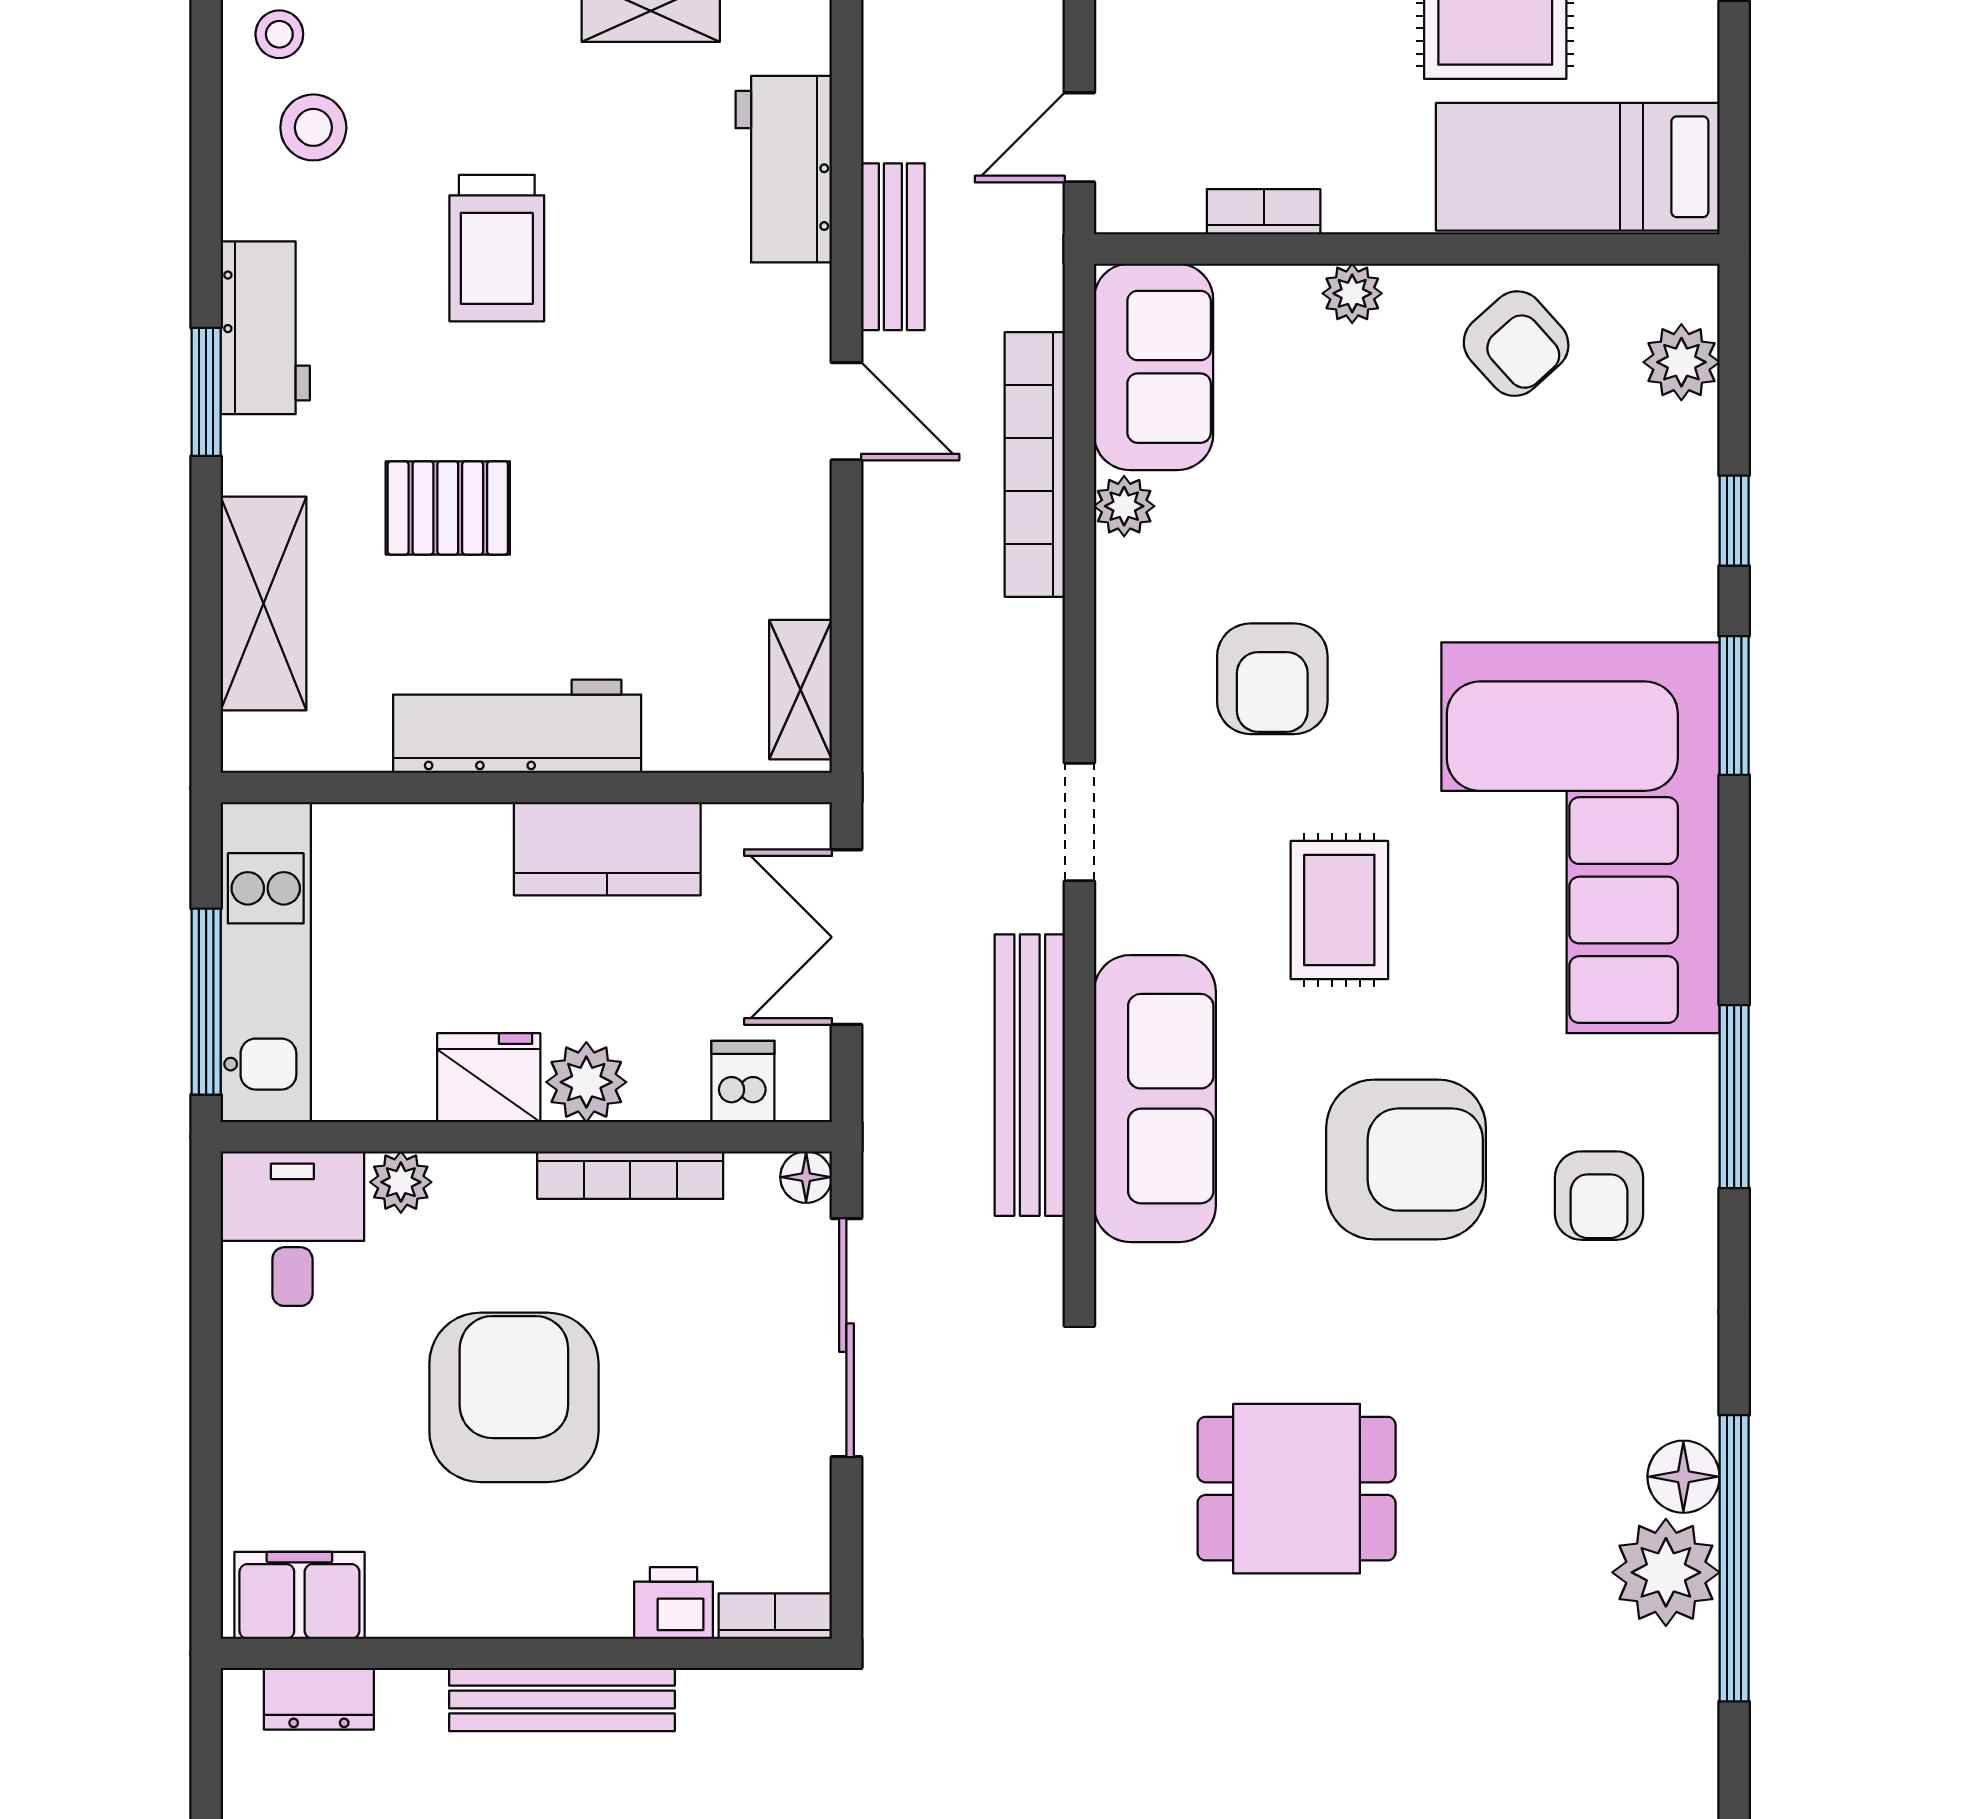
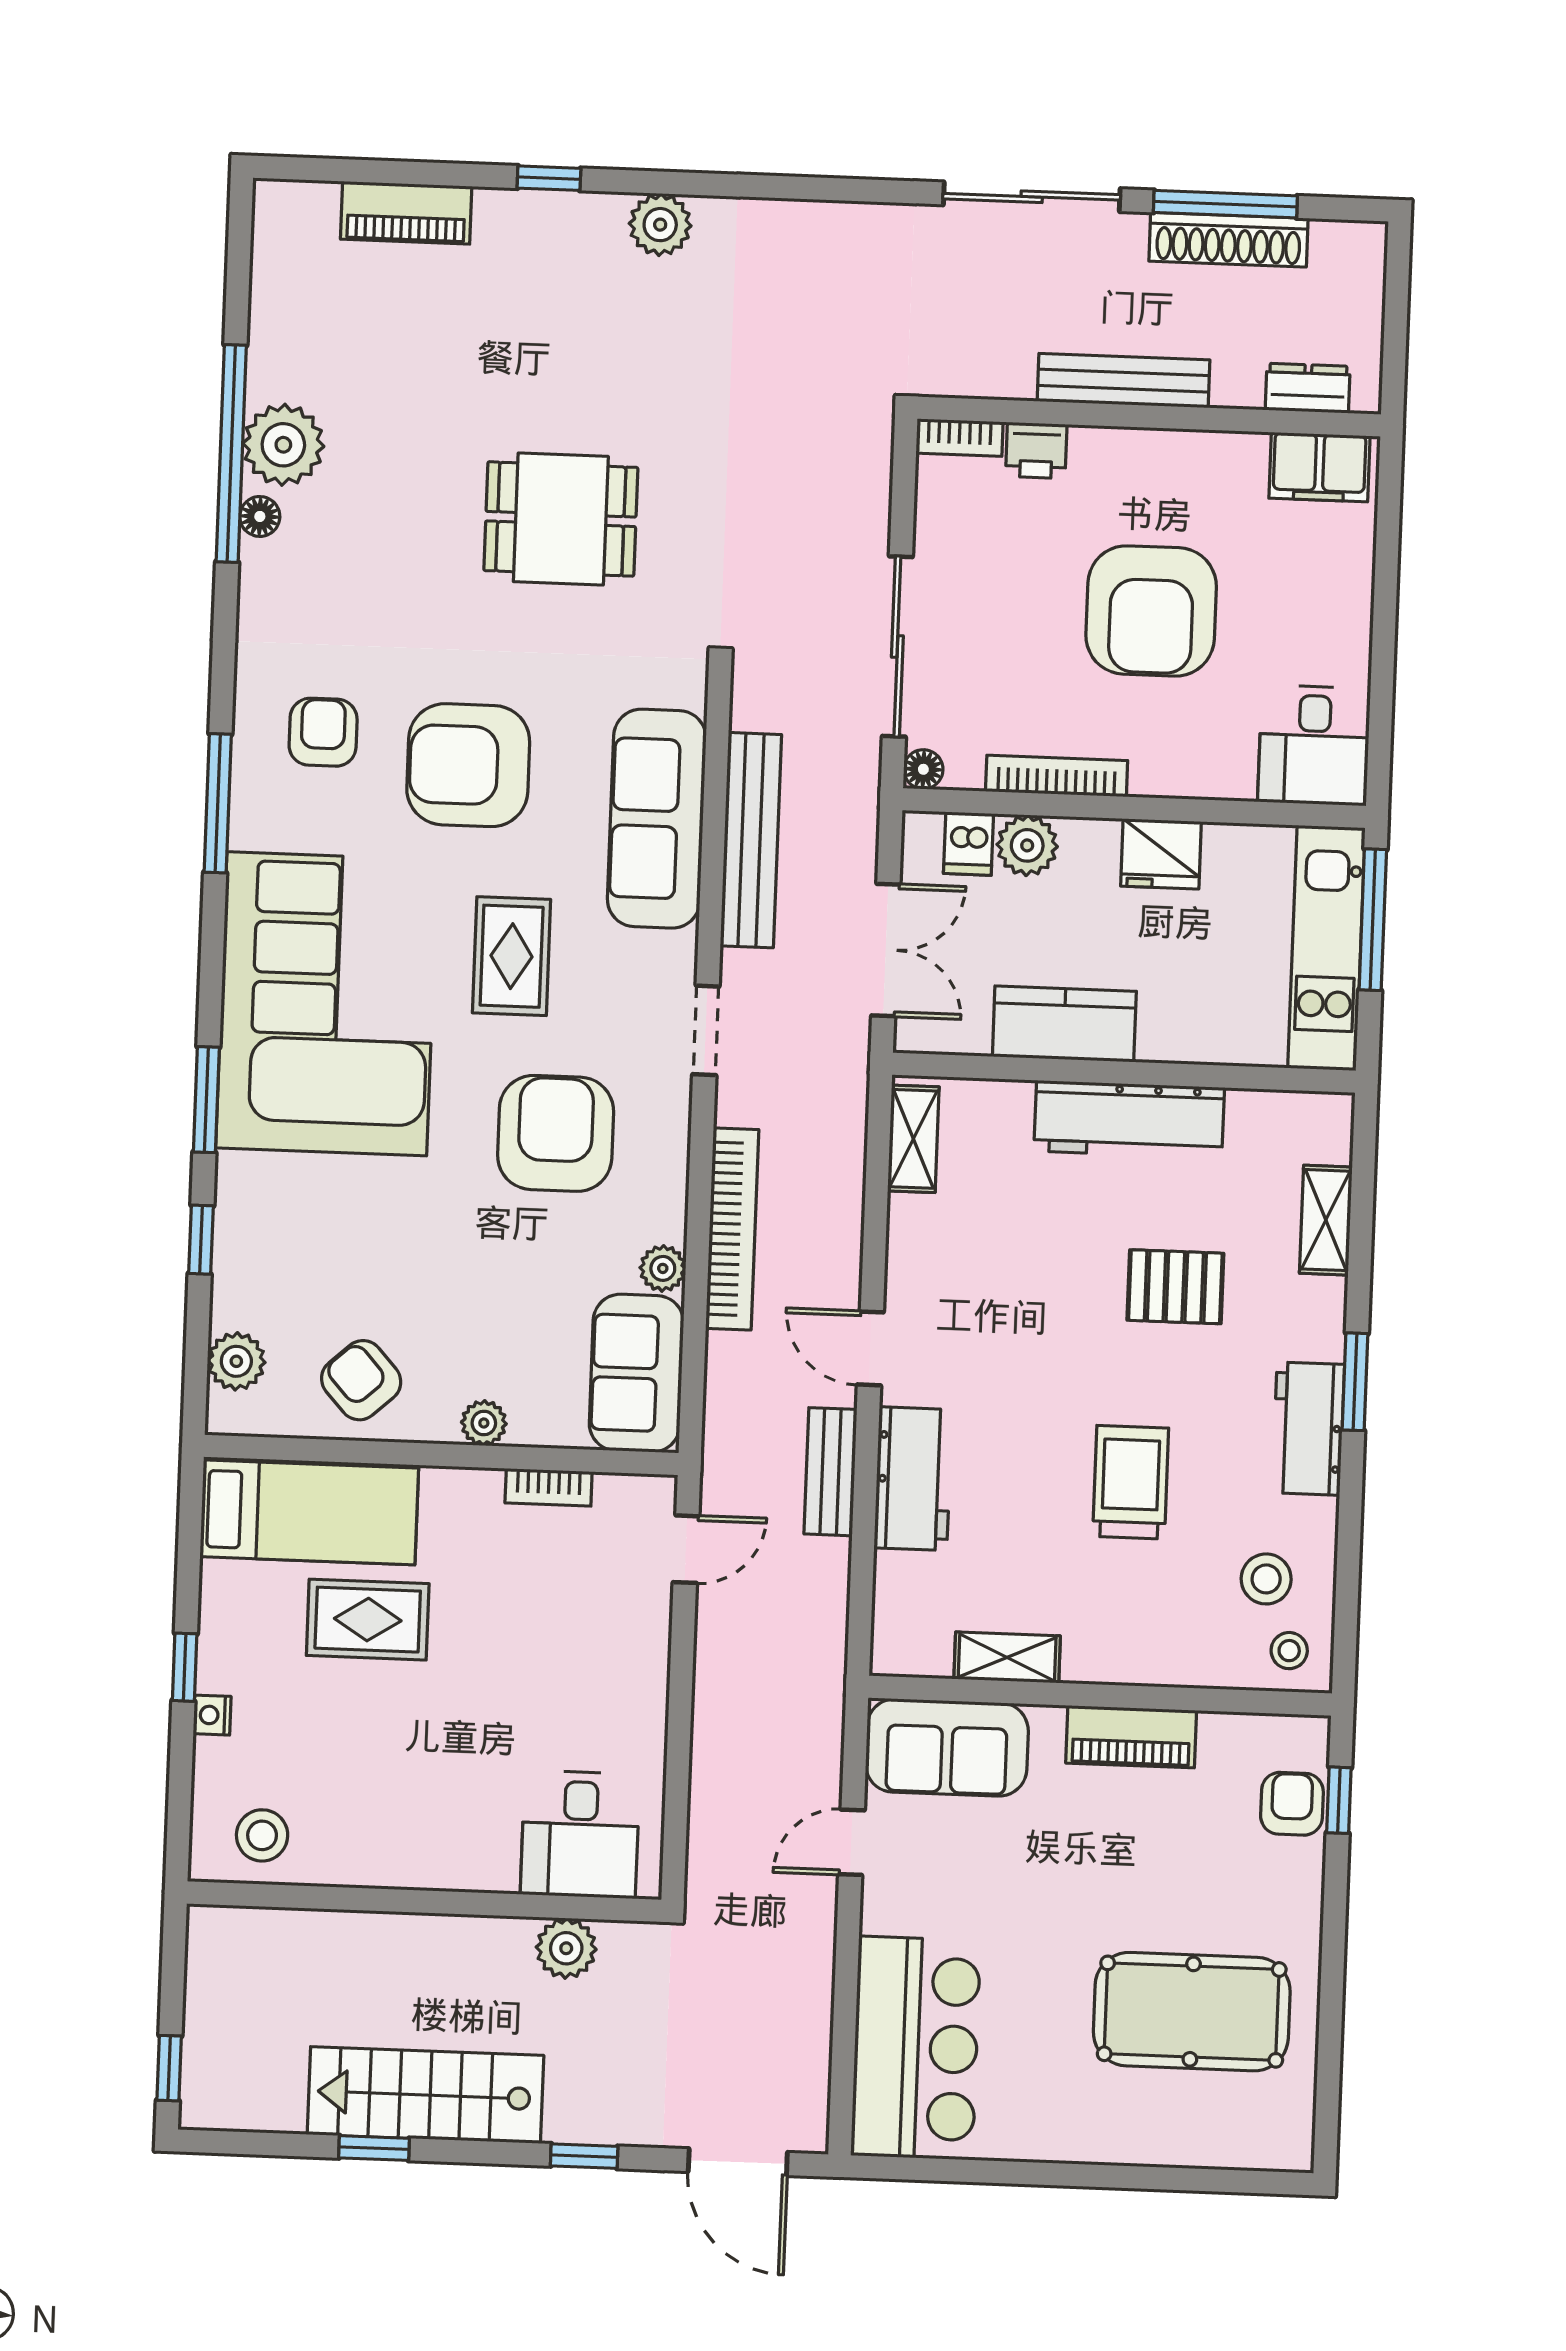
workbench: (784, 169) -> (913, 1479), moved
bookcase: (1035, 465) -> (732, 1229), moved
shelving: (263, 603) -> (1326, 1220), width x0.67, depth x0.75
armchair: (1272, 679) -> (556, 1133), width x1.36, depth x1.36
plant: (586, 1082) -> (1027, 845), moved
plant: (401, 1182) -> (1231, 777), removed
floor lamp: (1683, 1477) -> (260, 516), width x0.73, depth x0.73

